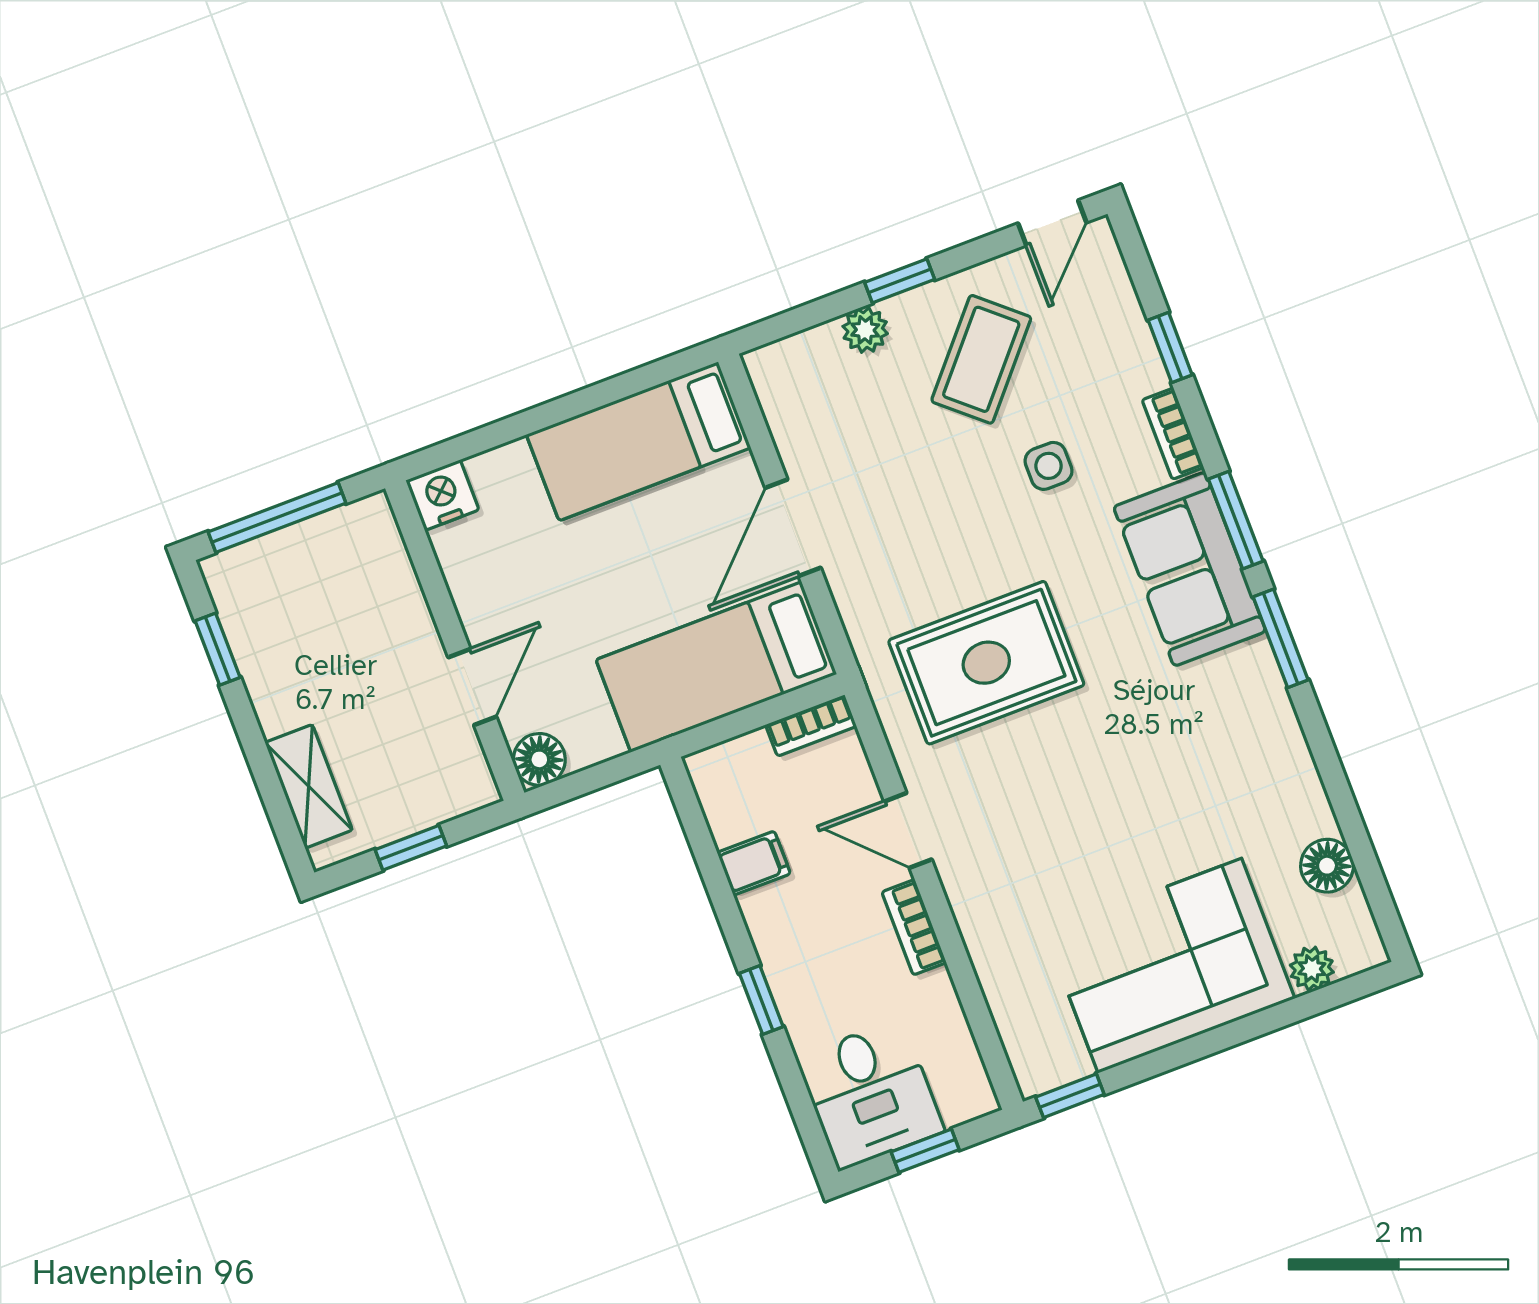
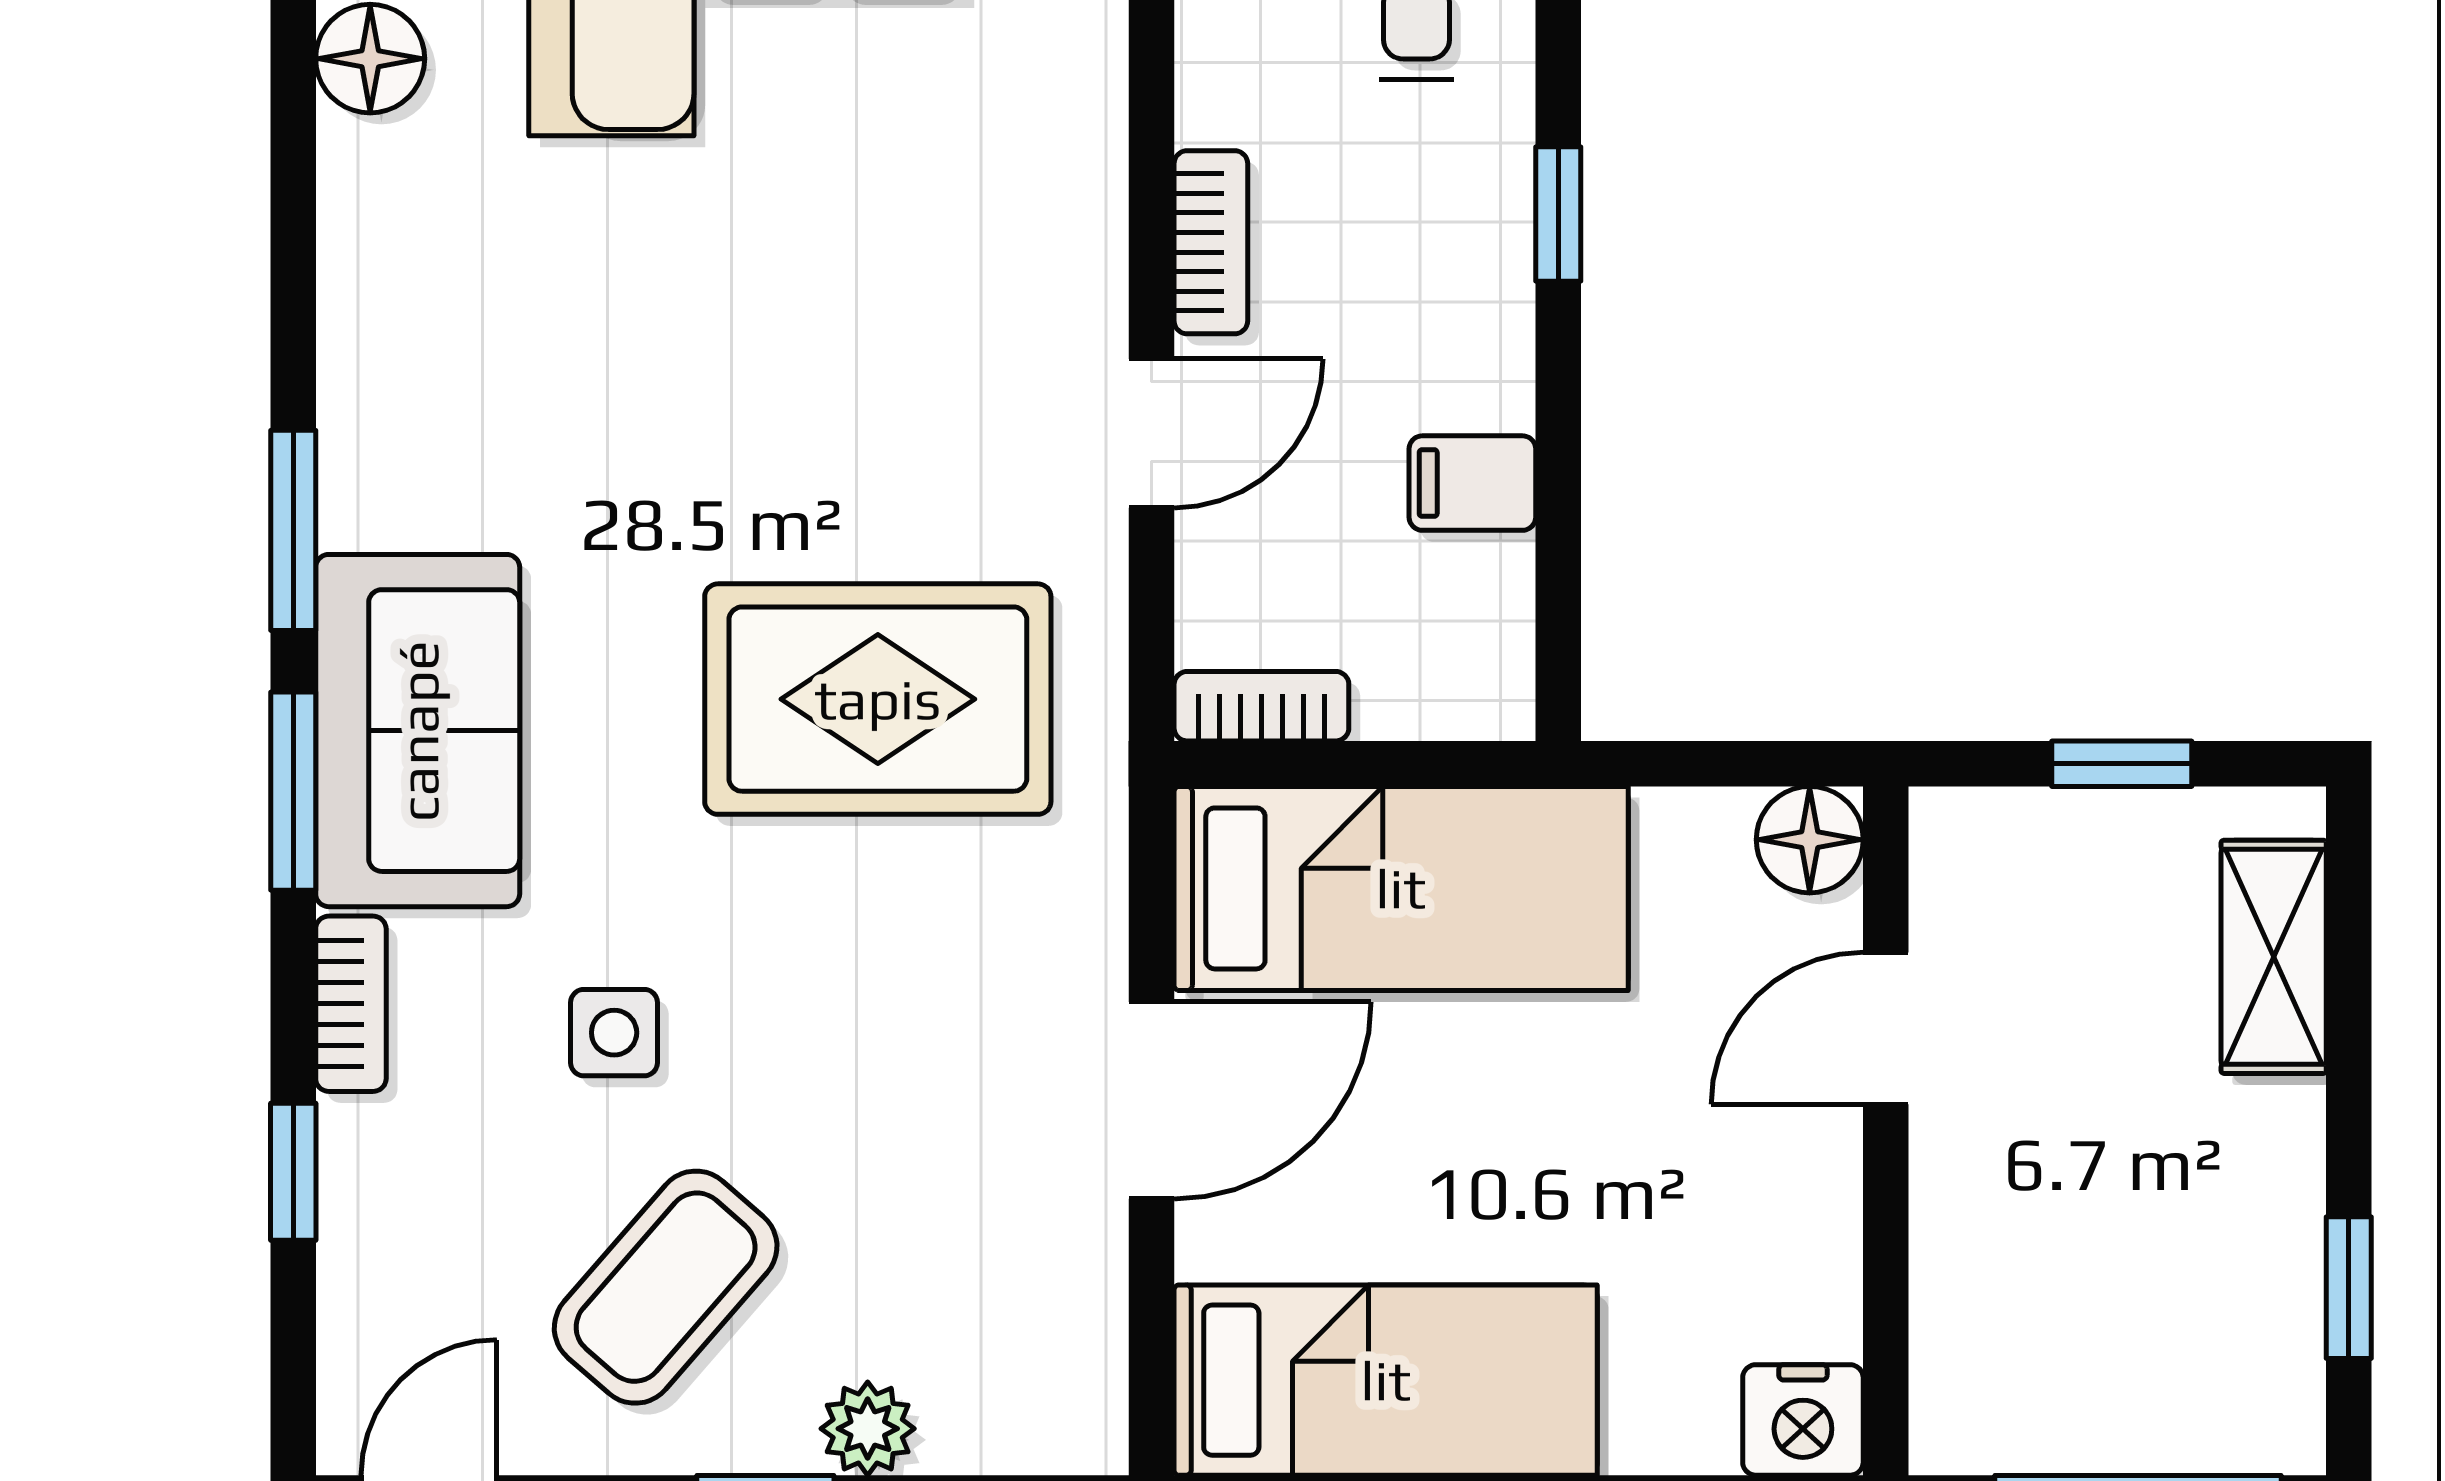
door: (908, 830) -> (1152, 433), hinge flipped

